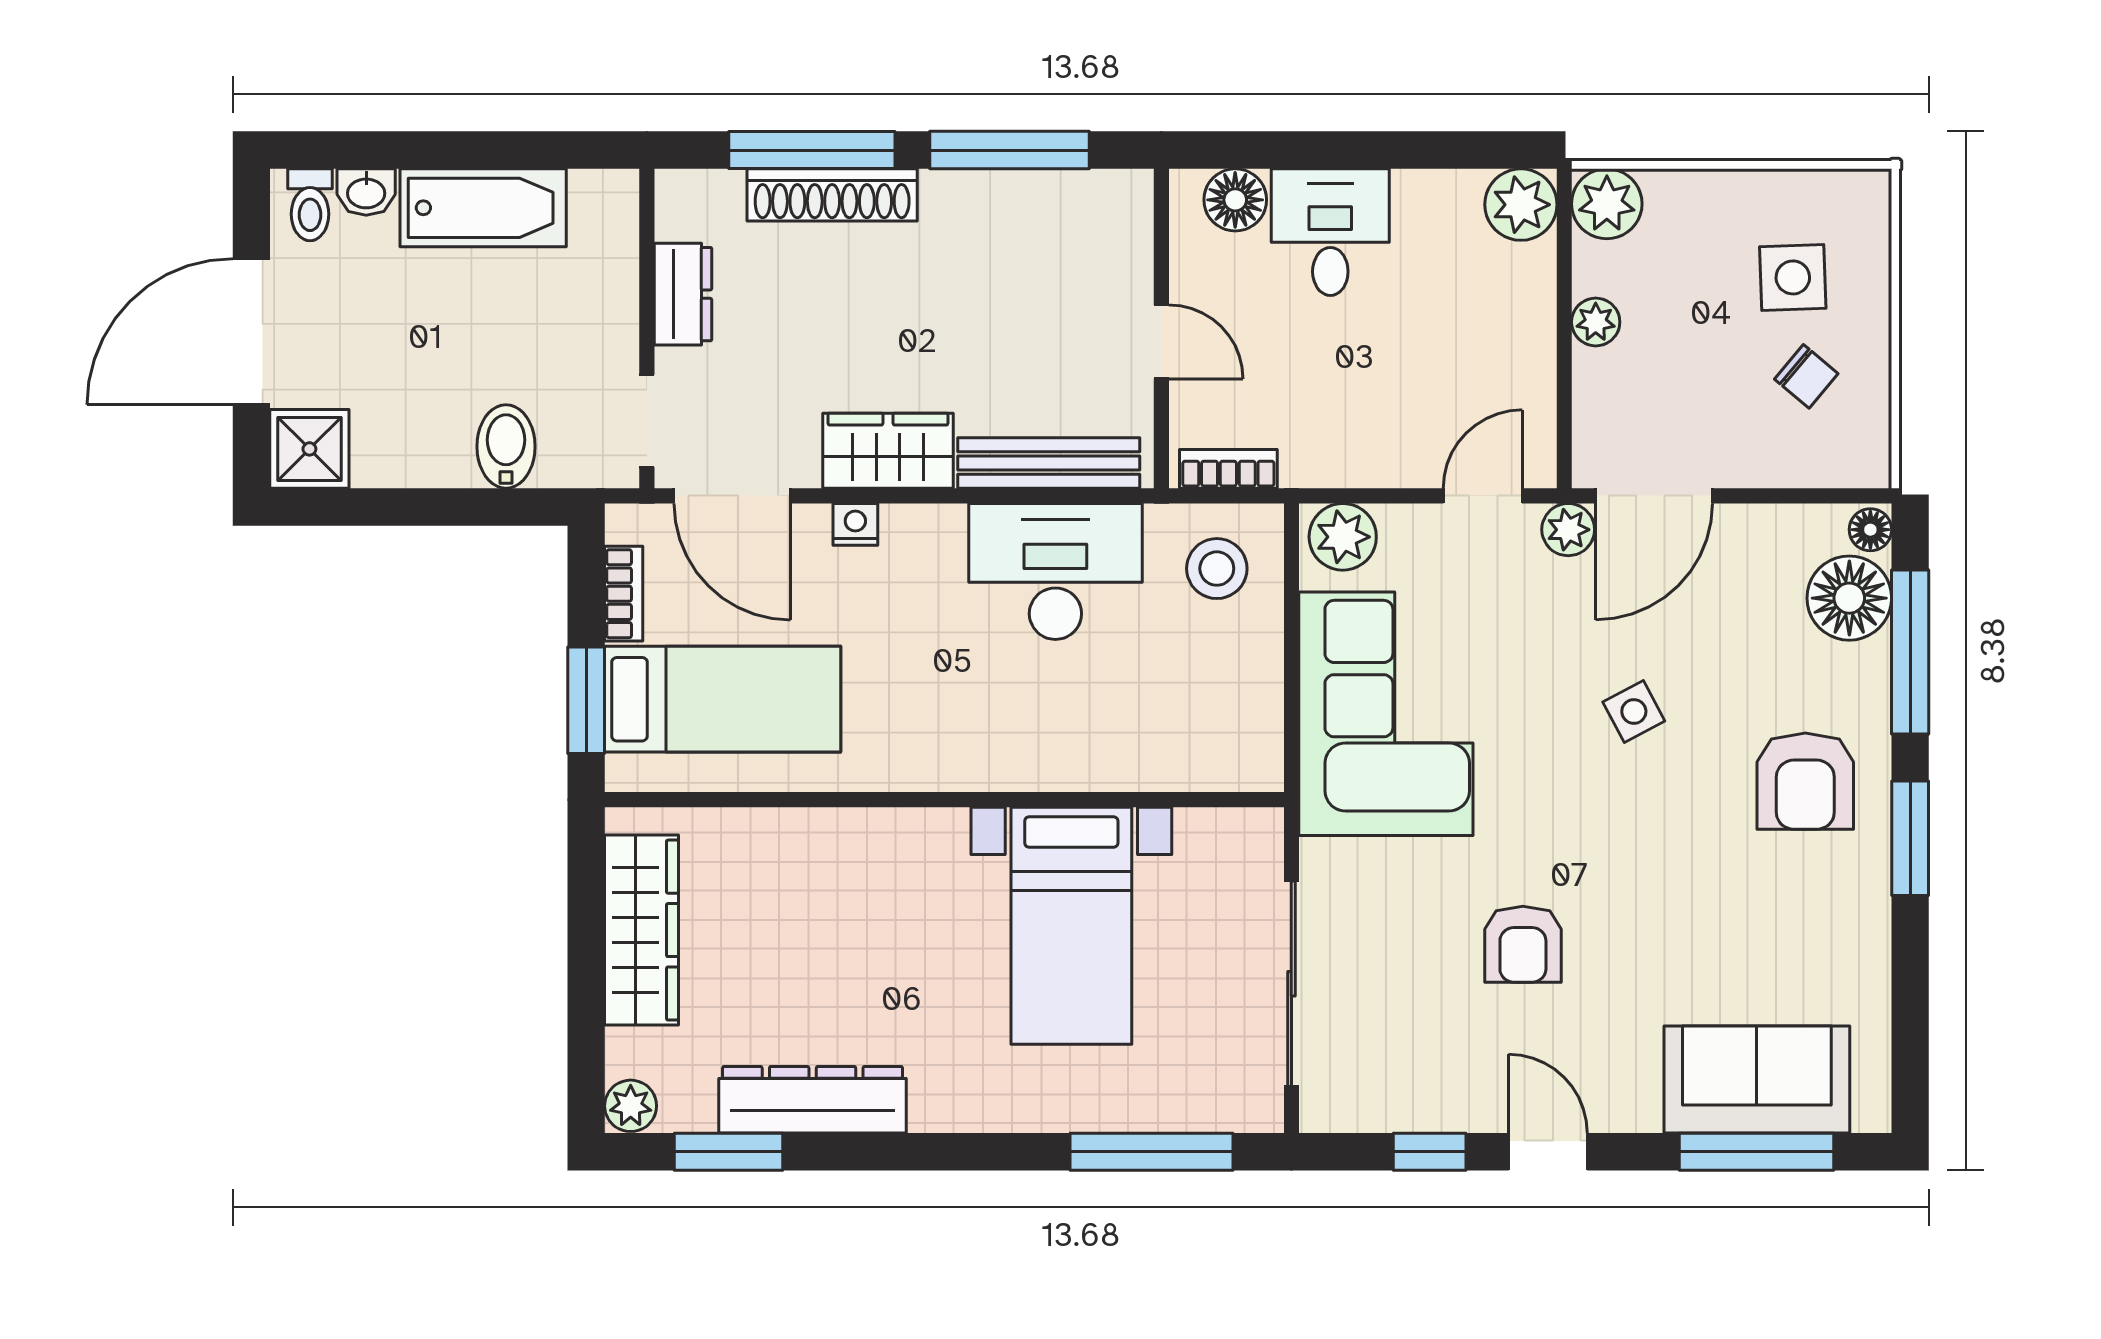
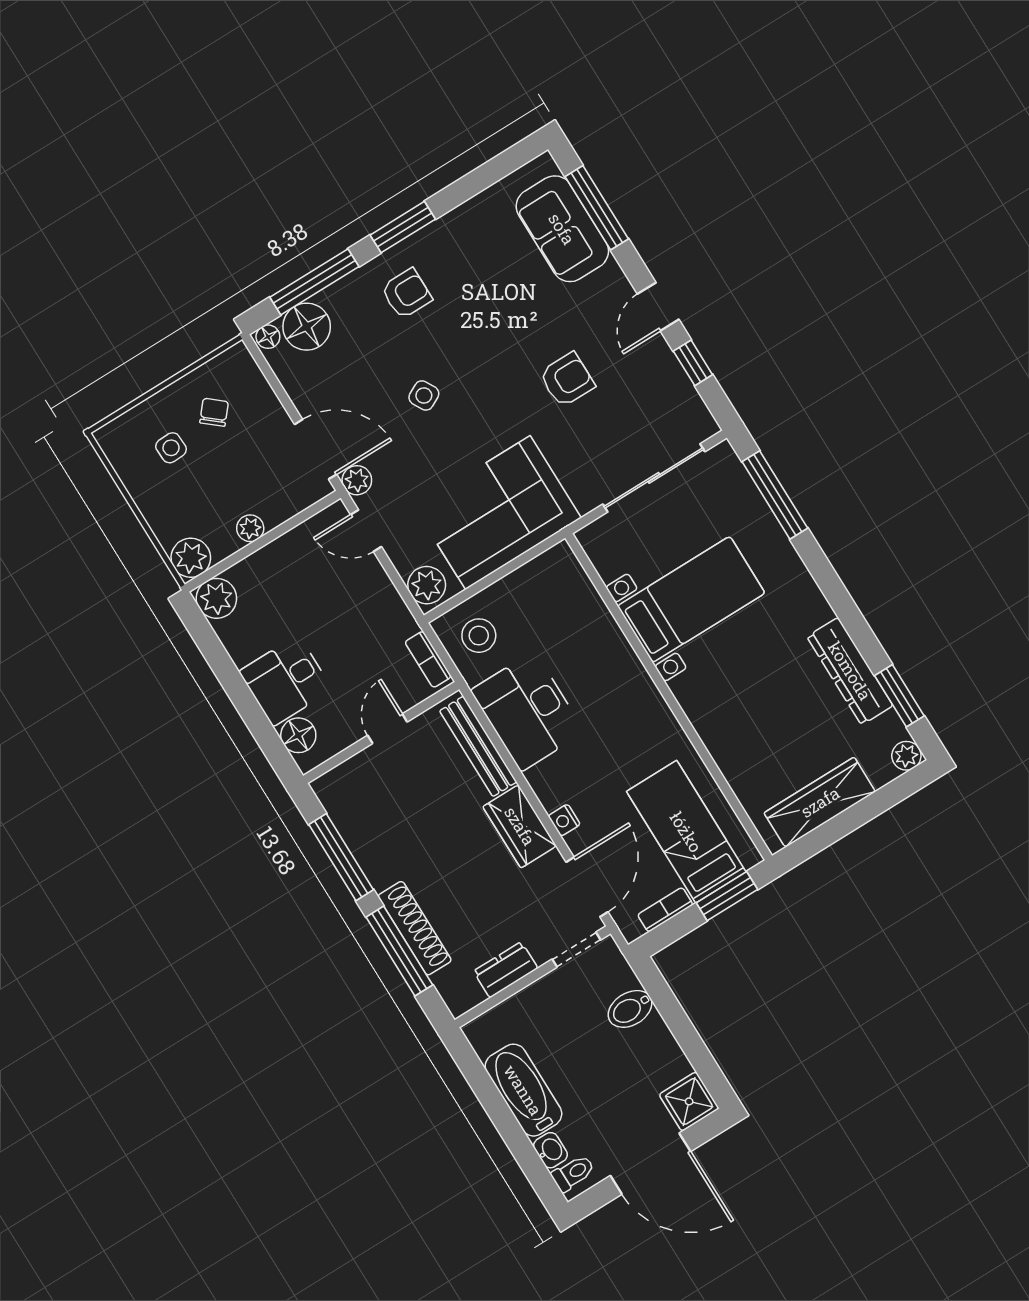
side table: (1793, 277) -> (171, 448), width x0.73, depth x0.73
armchair: (1805, 781) -> (406, 294), width x0.72, depth x0.72

